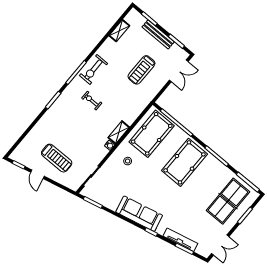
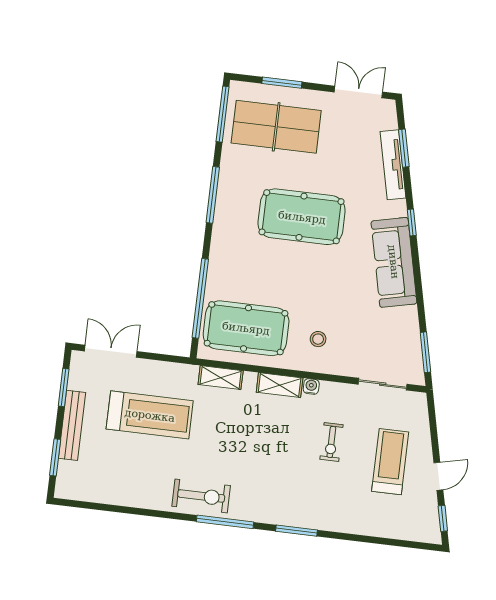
shelving: (119, 31) -> (221, 378), moved
treadmill: (141, 70) -> (150, 415), width x1.37, depth x1.38
exercise bike: (92, 101) -> (331, 442), moved
pool table: (184, 162) -> (302, 217), moved

